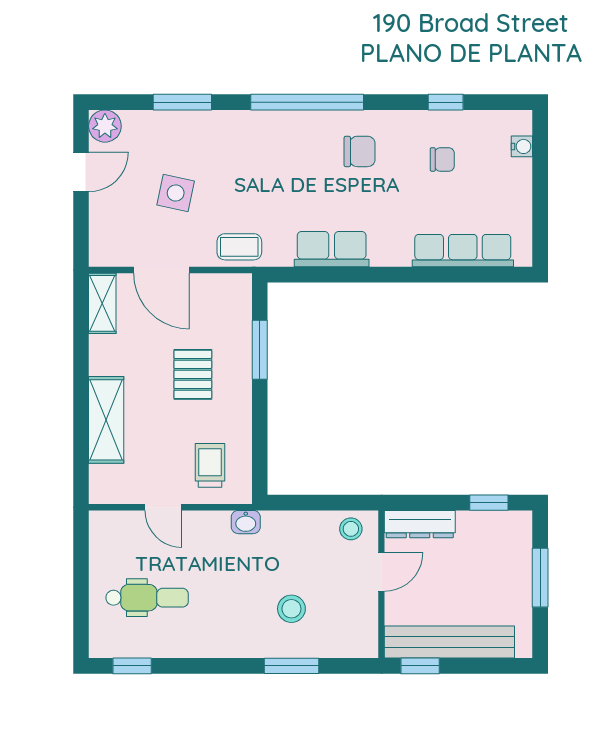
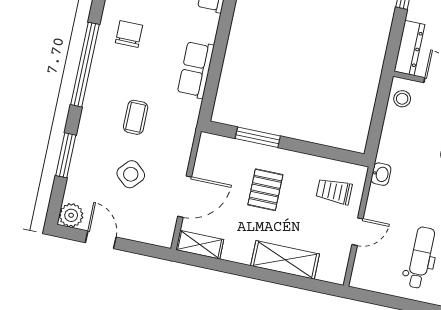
side table: (176, 193) -> (131, 174), turned 30
coffee table: (239, 247) -> (136, 117), moved
pallet: (193, 374) -> (265, 190), turned 90

